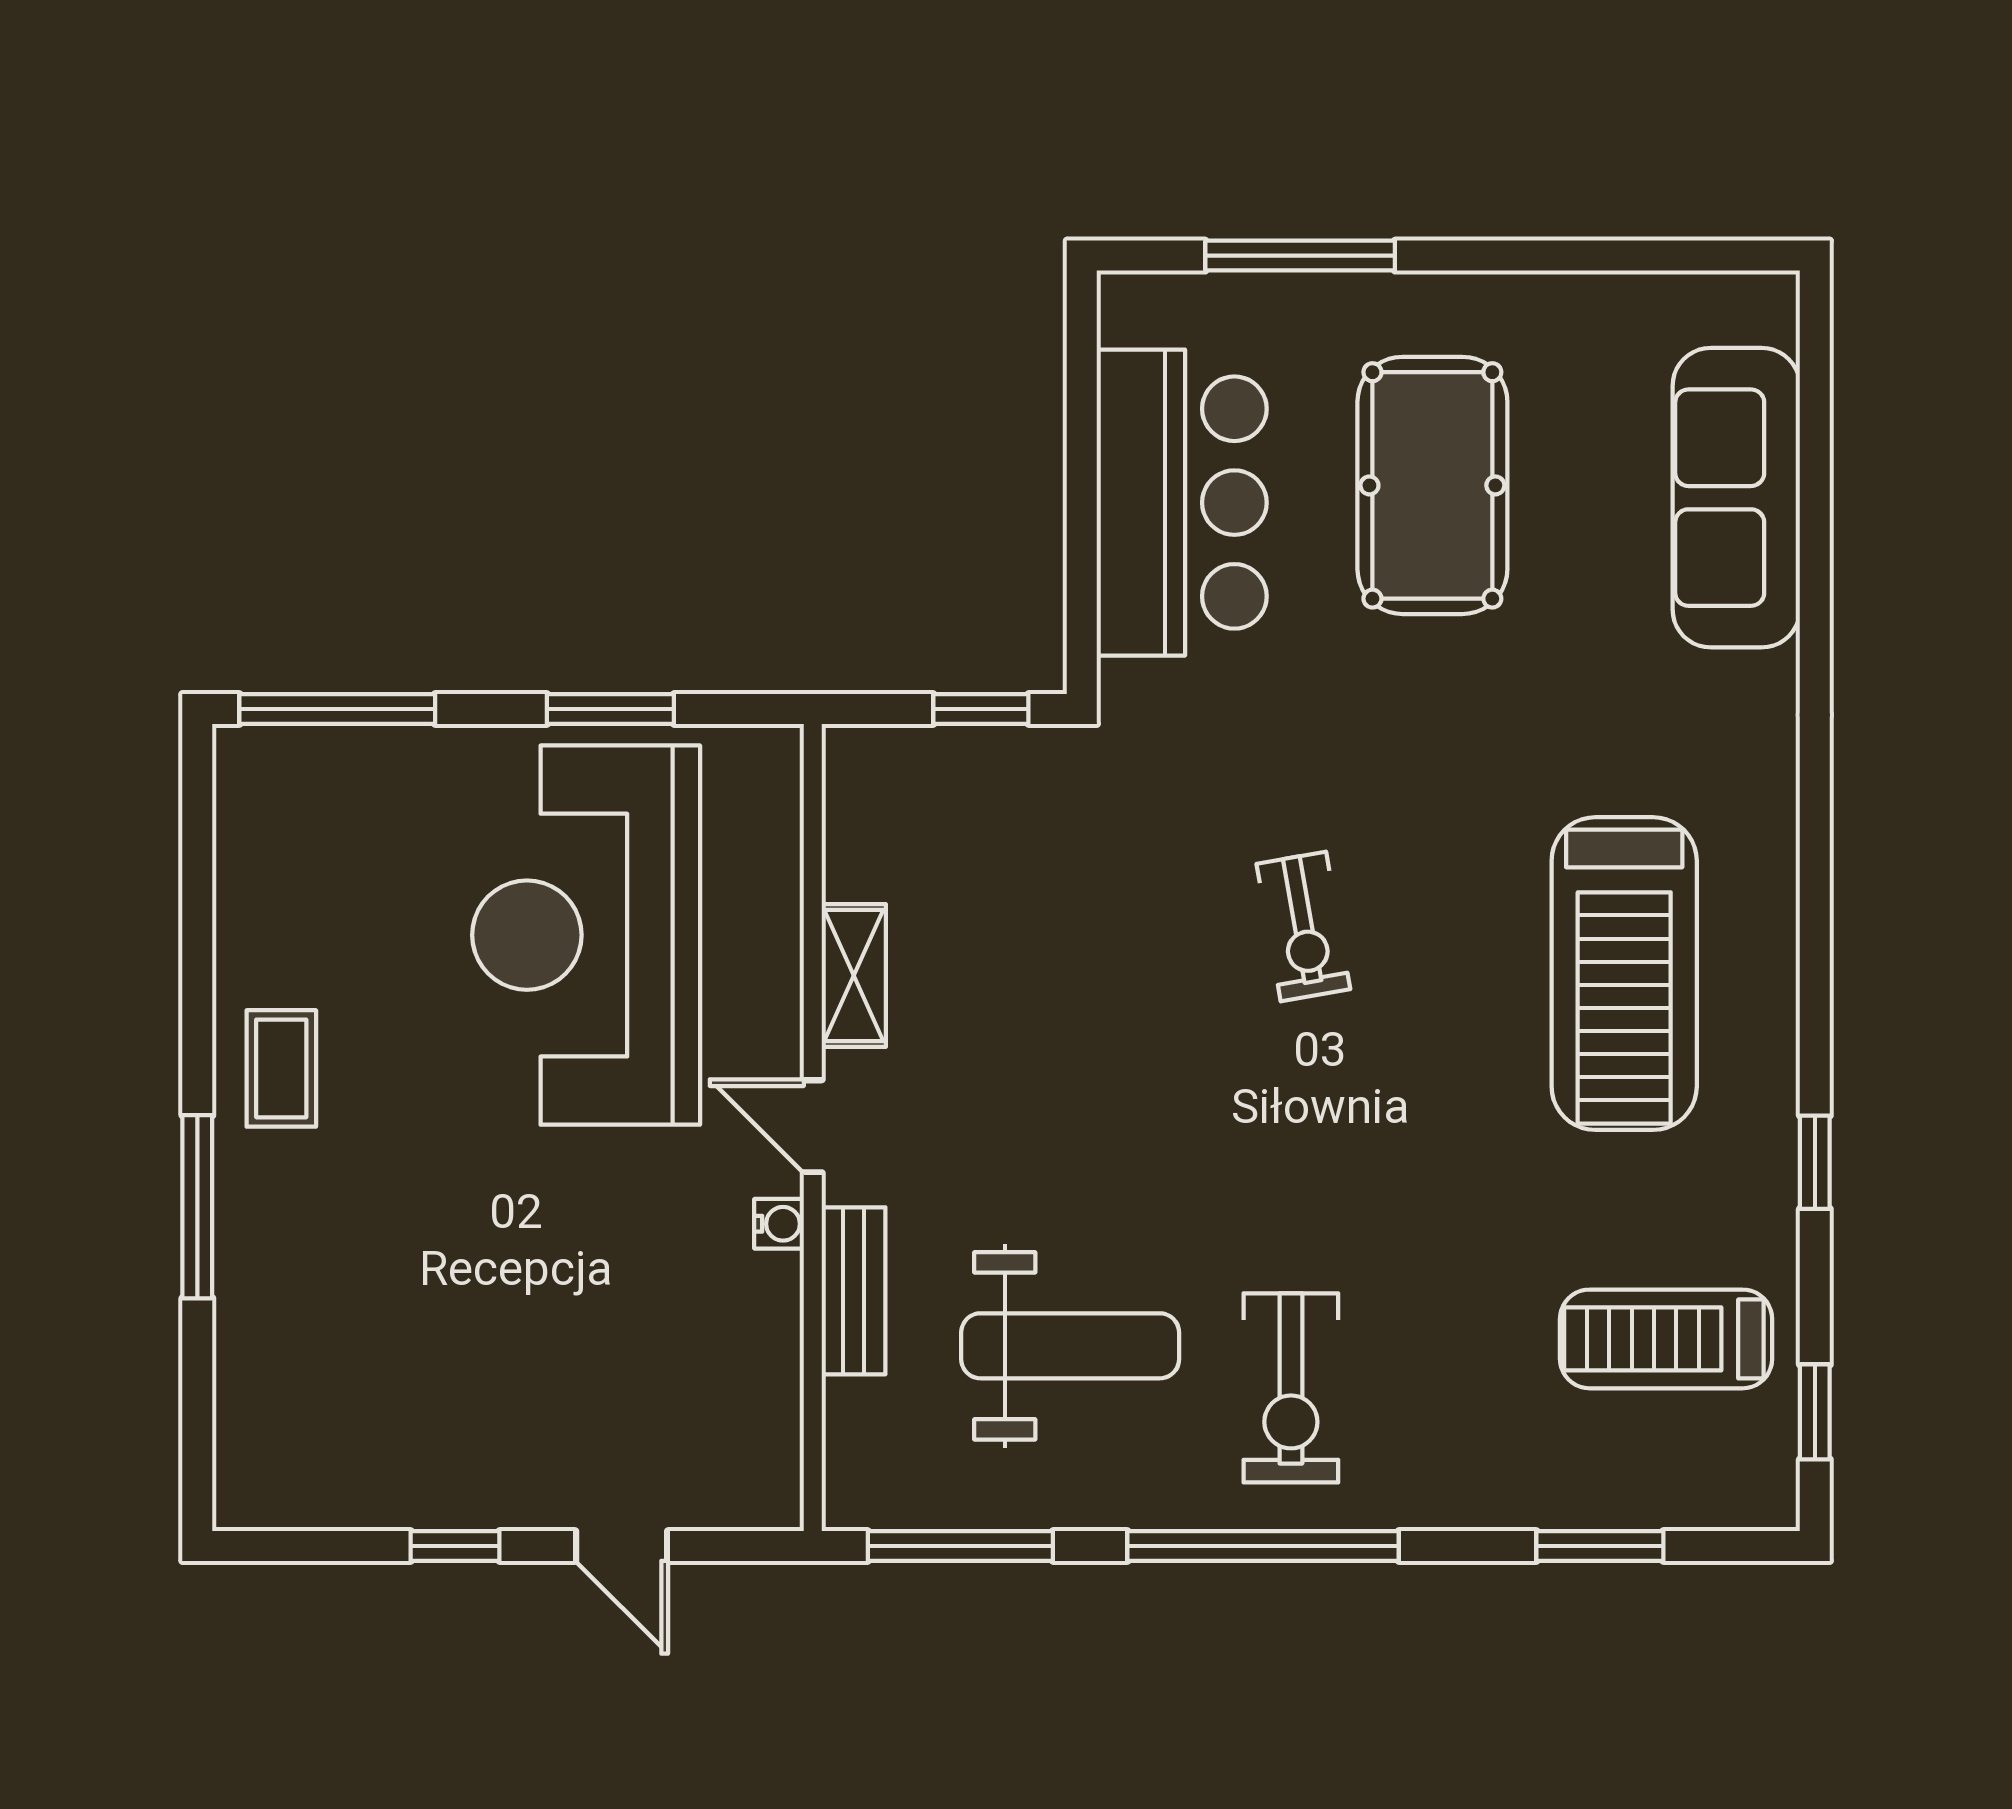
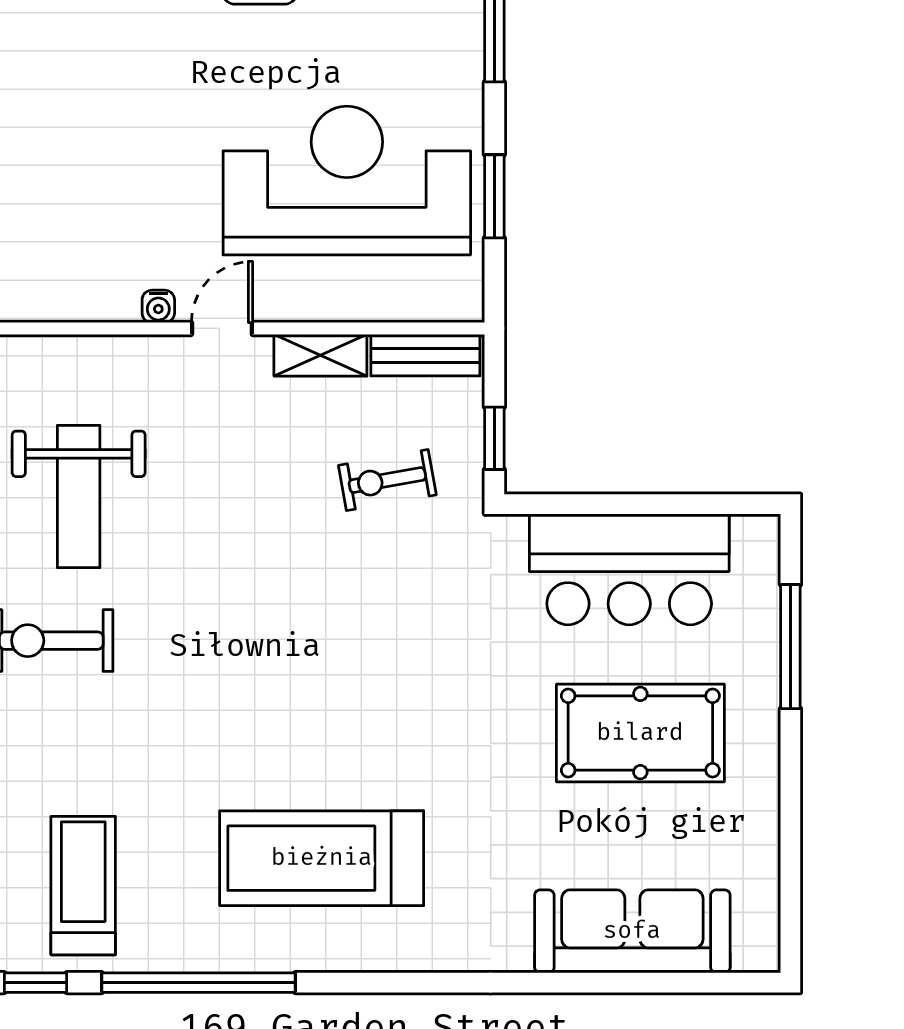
exercise bike: (1303, 926) -> (387, 480), moved
window: (1815, 1162) -> (199, 983), width x3.17
bench: (854, 1291) -> (425, 355), moved

